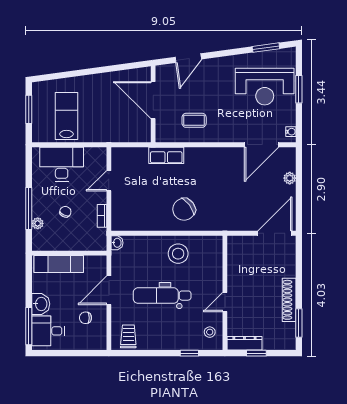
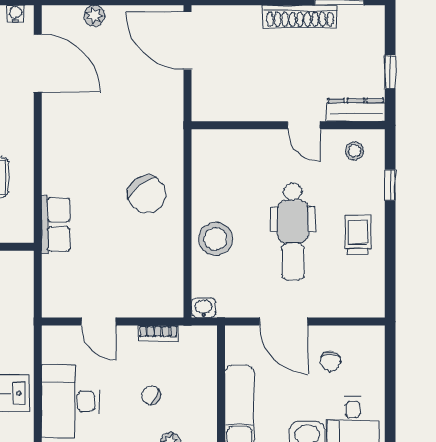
stool: (178, 254) -> (215, 239), moved
trolley: (128, 336) -> (358, 235), moved, turned 90
dresser: (244, 343) -> (356, 110), moved, turned 90

